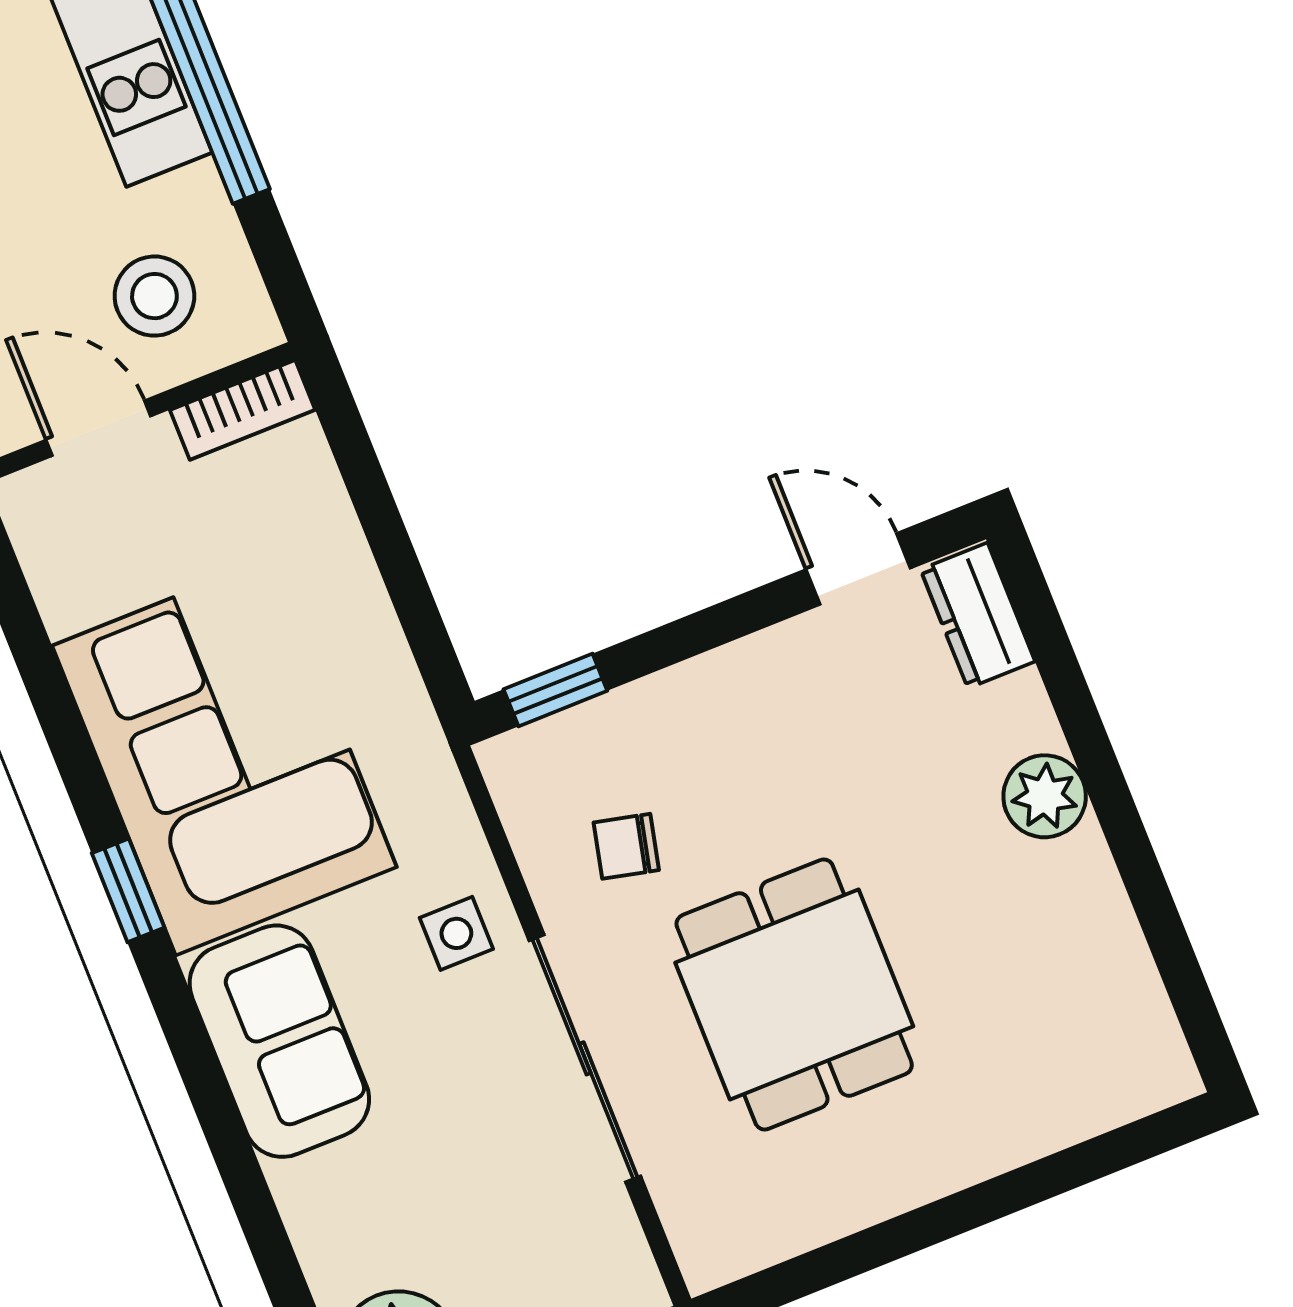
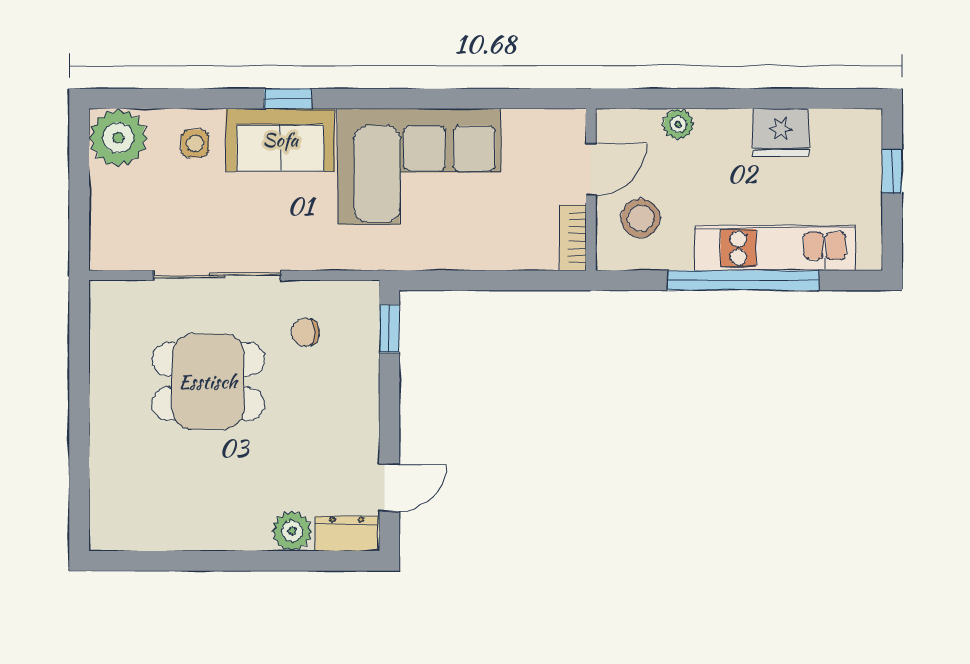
plant: (1045, 796) -> (292, 531), moved
chair: (626, 846) -> (306, 332), turned -103
window: (128, 890) -> (288, 99), moved
side table: (456, 933) -> (195, 144), moved

